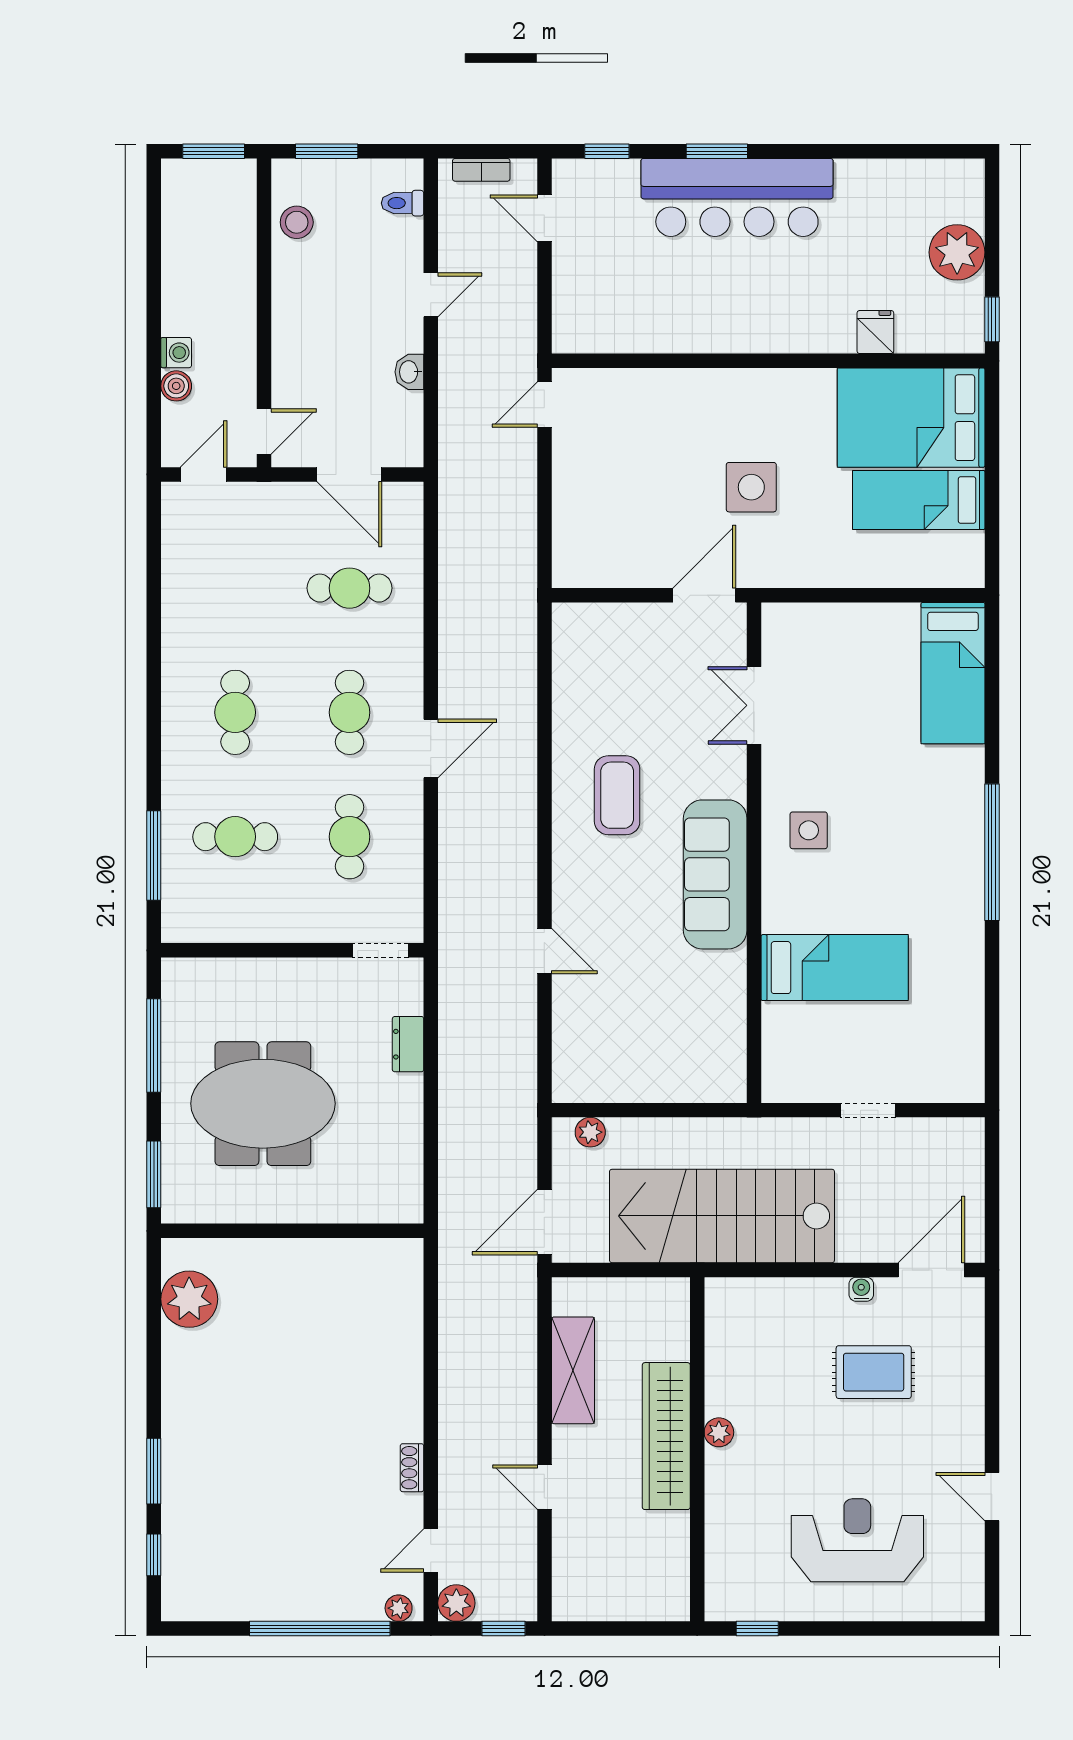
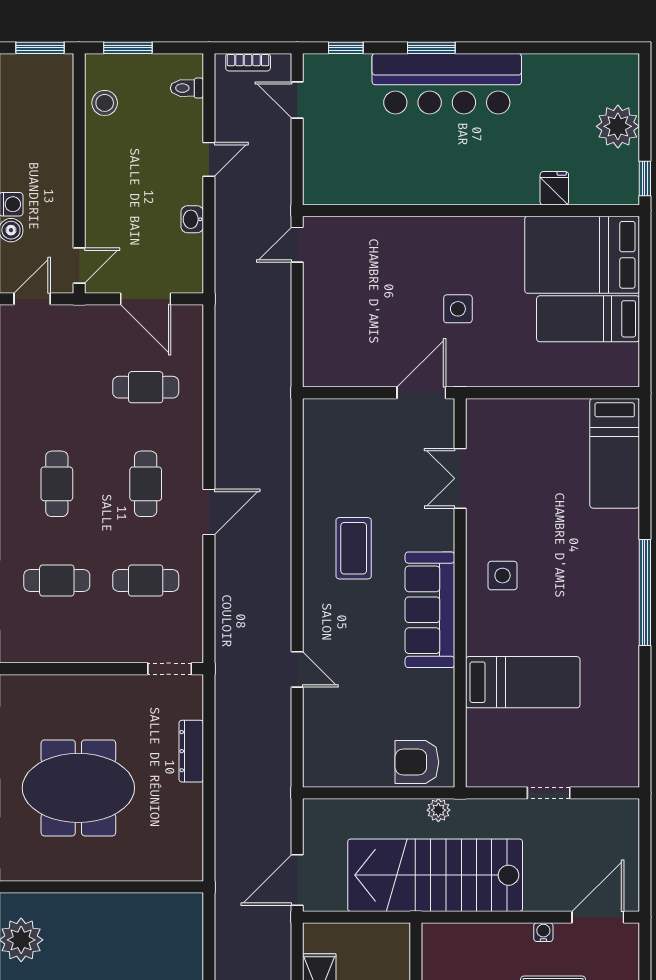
side table: (751, 487) -> (458, 309), width x0.73, depth x0.73
cafe table: (350, 837) -> (146, 580), turned 90
dresser: (408, 1044) -> (191, 751), width x1.44
armchair: (698, 1070) -> (417, 762), added
plant: (590, 1132) -> (438, 810), moved

